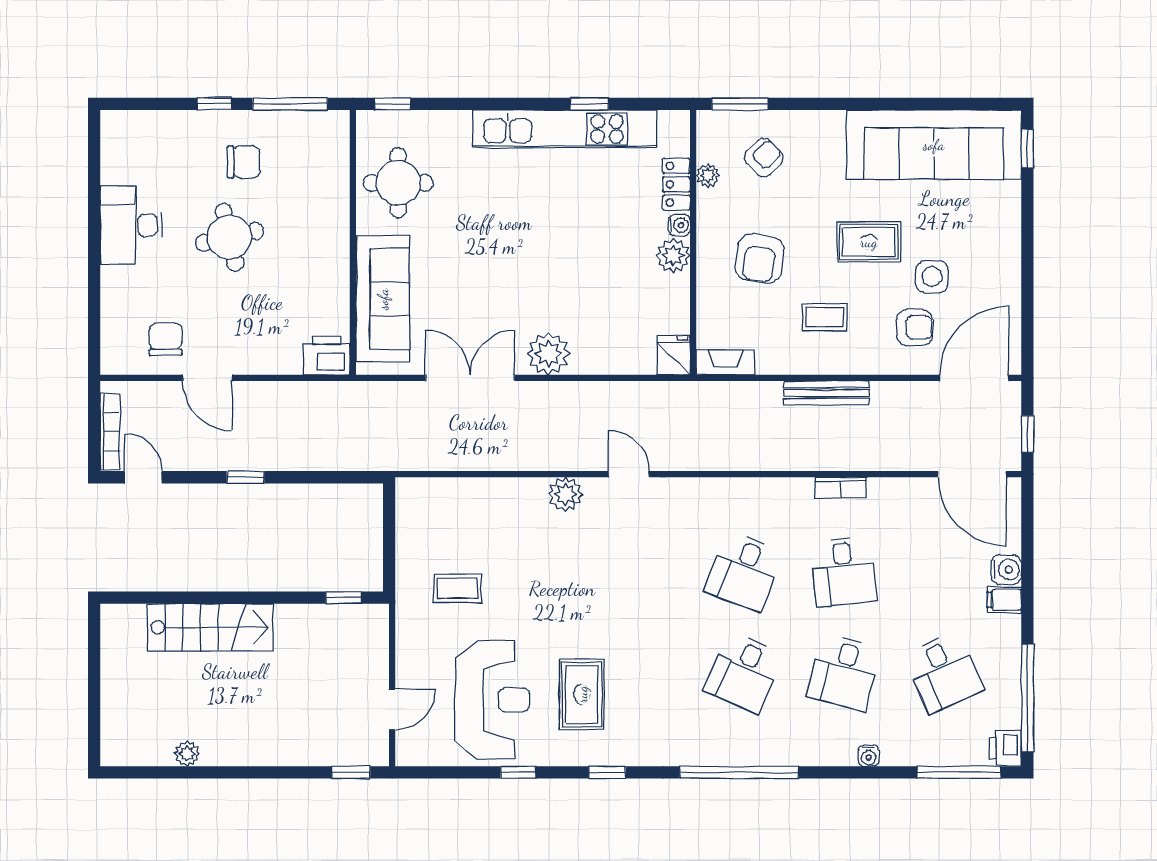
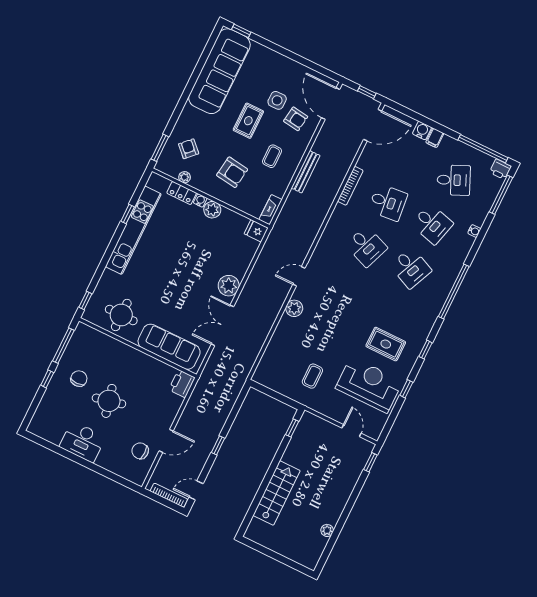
armchair: (915, 327) -> (296, 119), turned 98
bookcase: (841, 487) -> (350, 186), width x1.56

